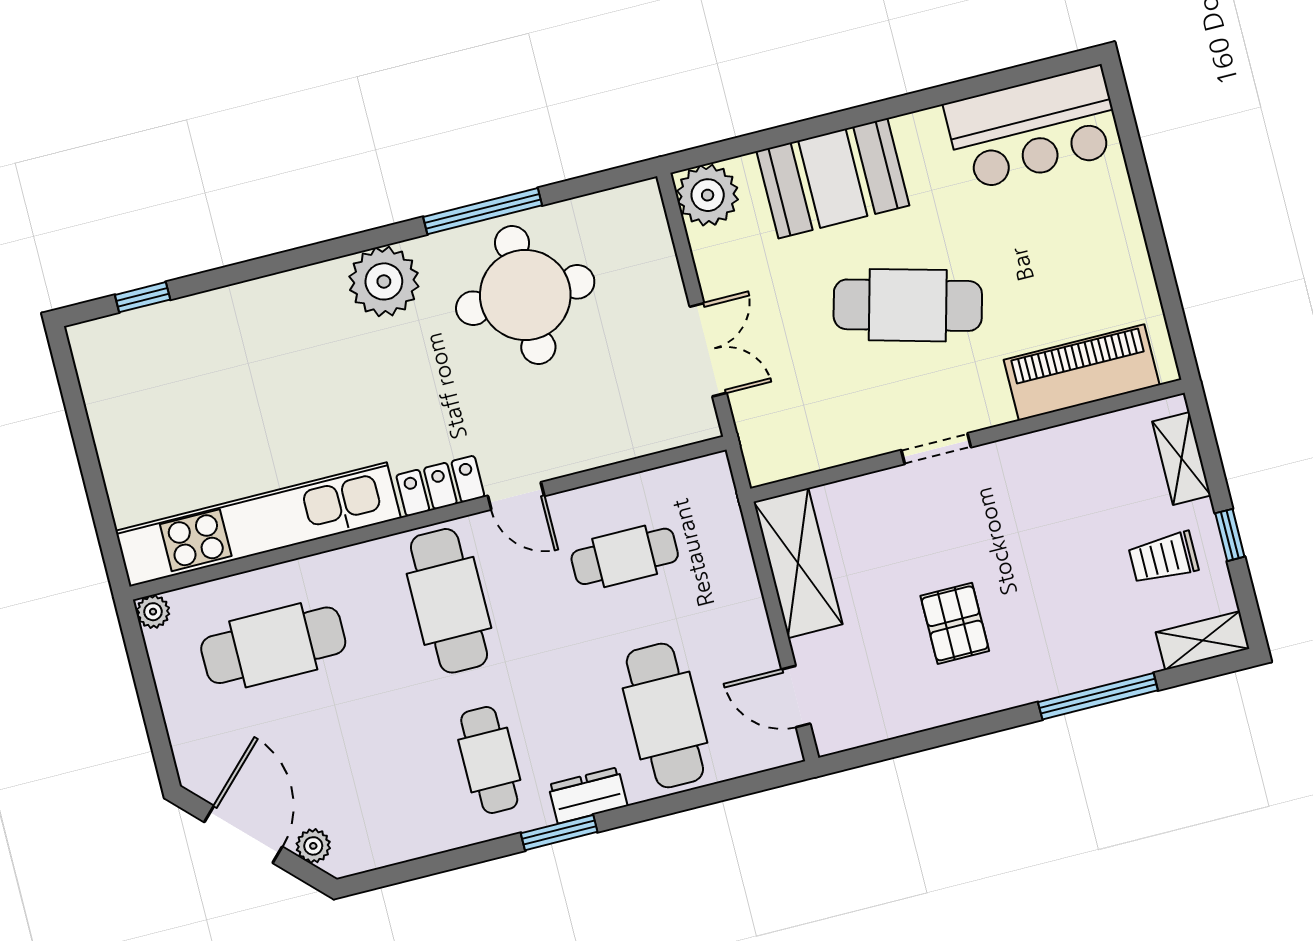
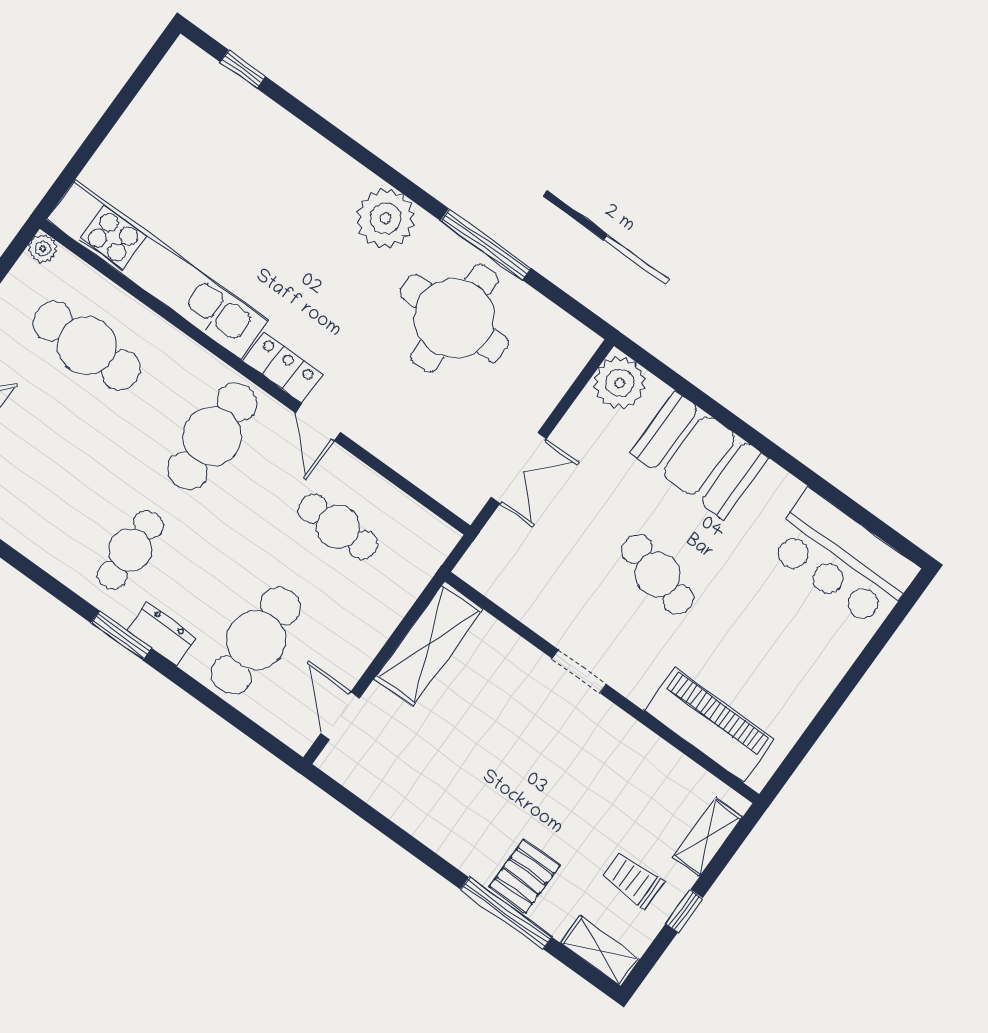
cafe table: (908, 305) -> (658, 574), width x0.73, depth x0.74
pallet: (955, 623) -> (525, 876), moved

